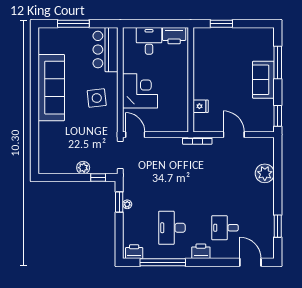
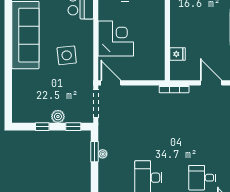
side table: (97, 98) -> (67, 55), moved
window: (68, 178) -> (42, 127), added

